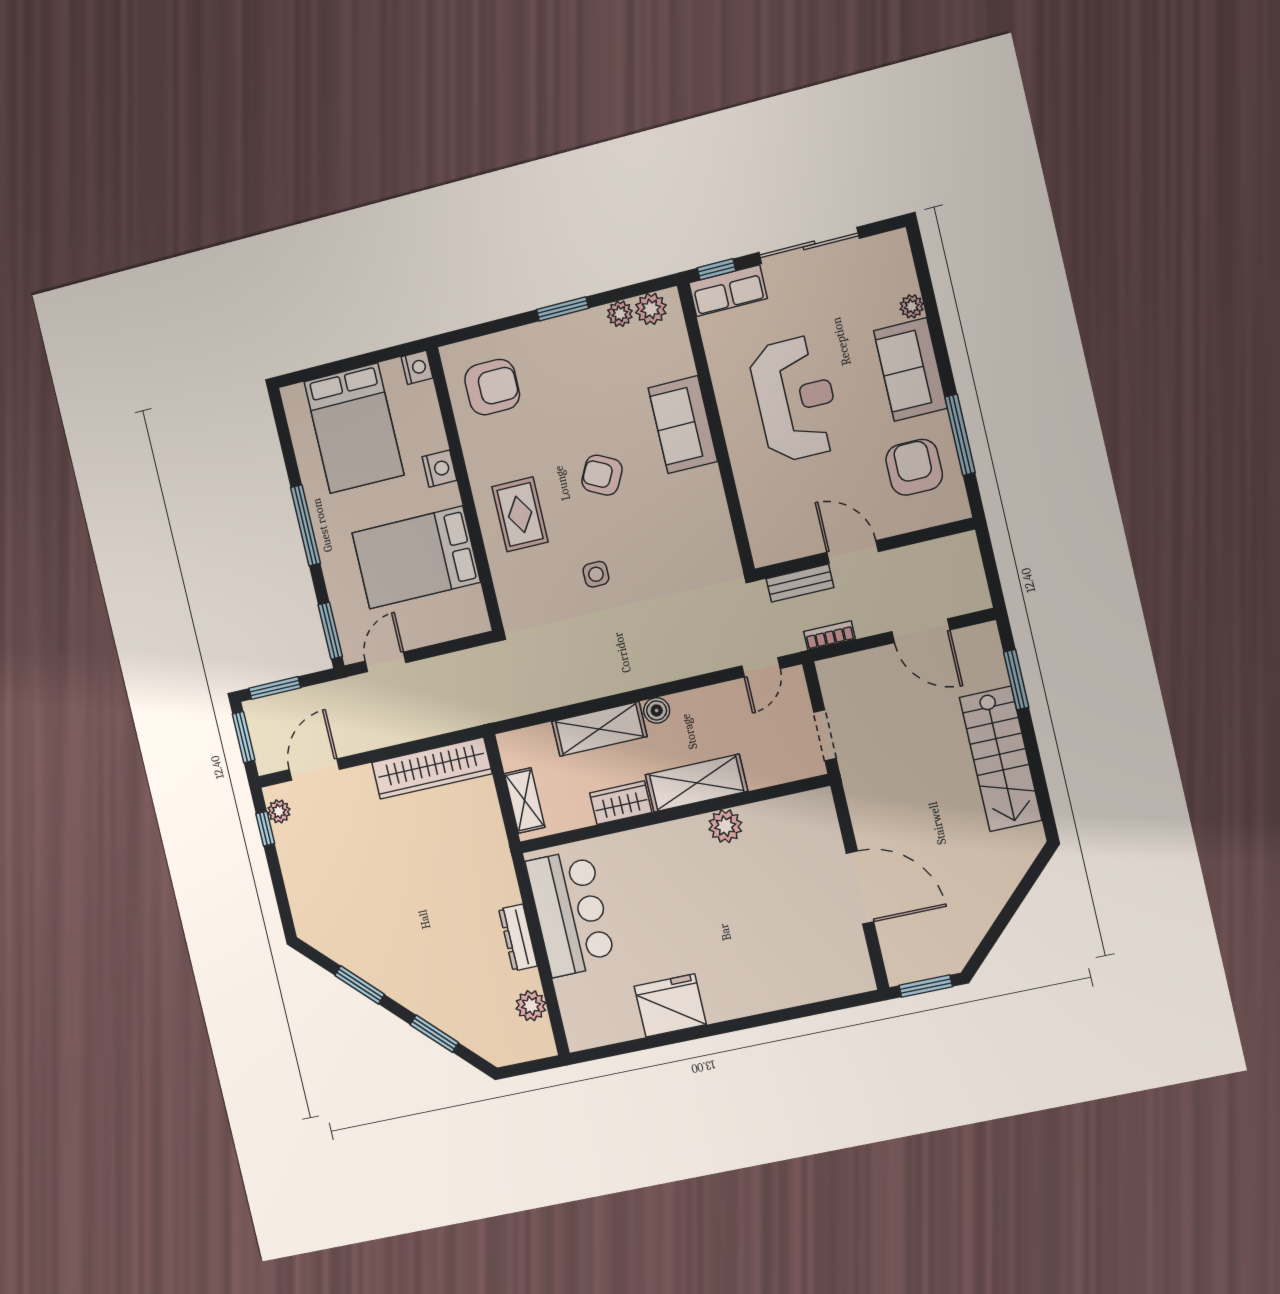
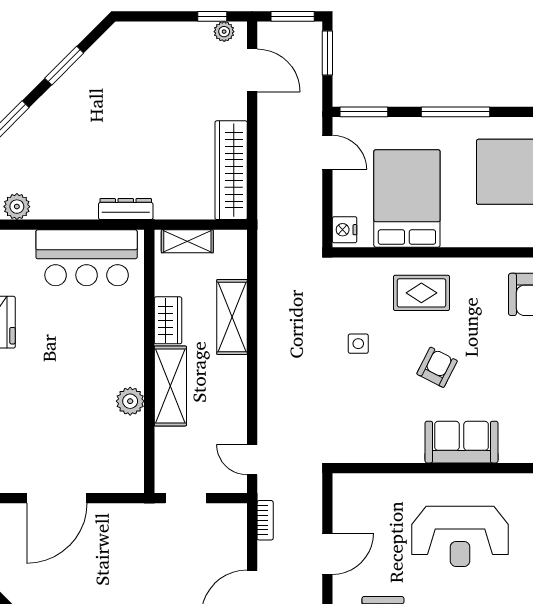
nightstand: (439, 469) -> (345, 230), moved, turned 90
bench: (800, 583) -> (312, 506), removed
boiler: (657, 710) -> (236, 367), removed
dresser: (518, 938) -> (126, 209), moved

